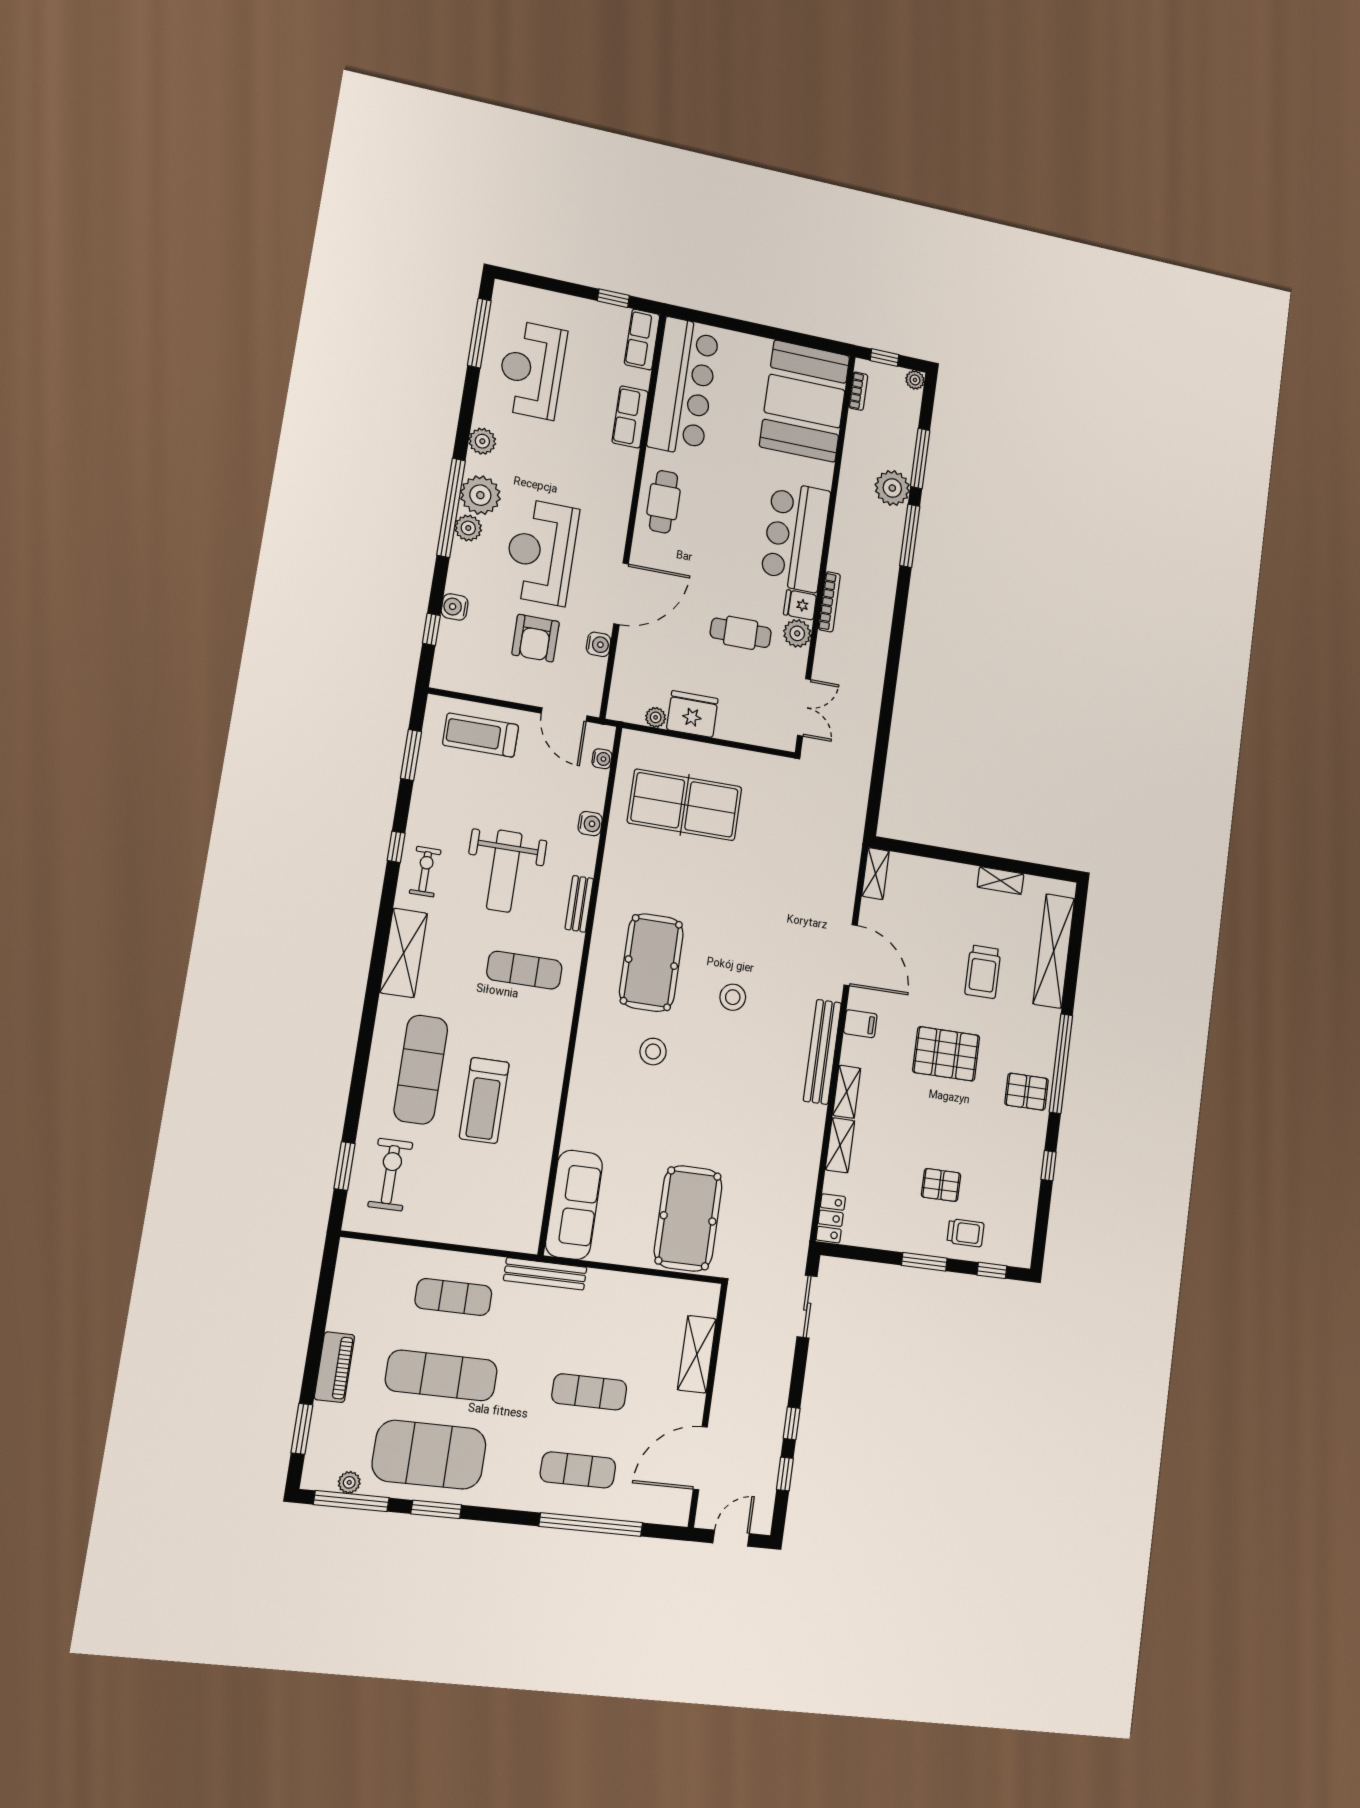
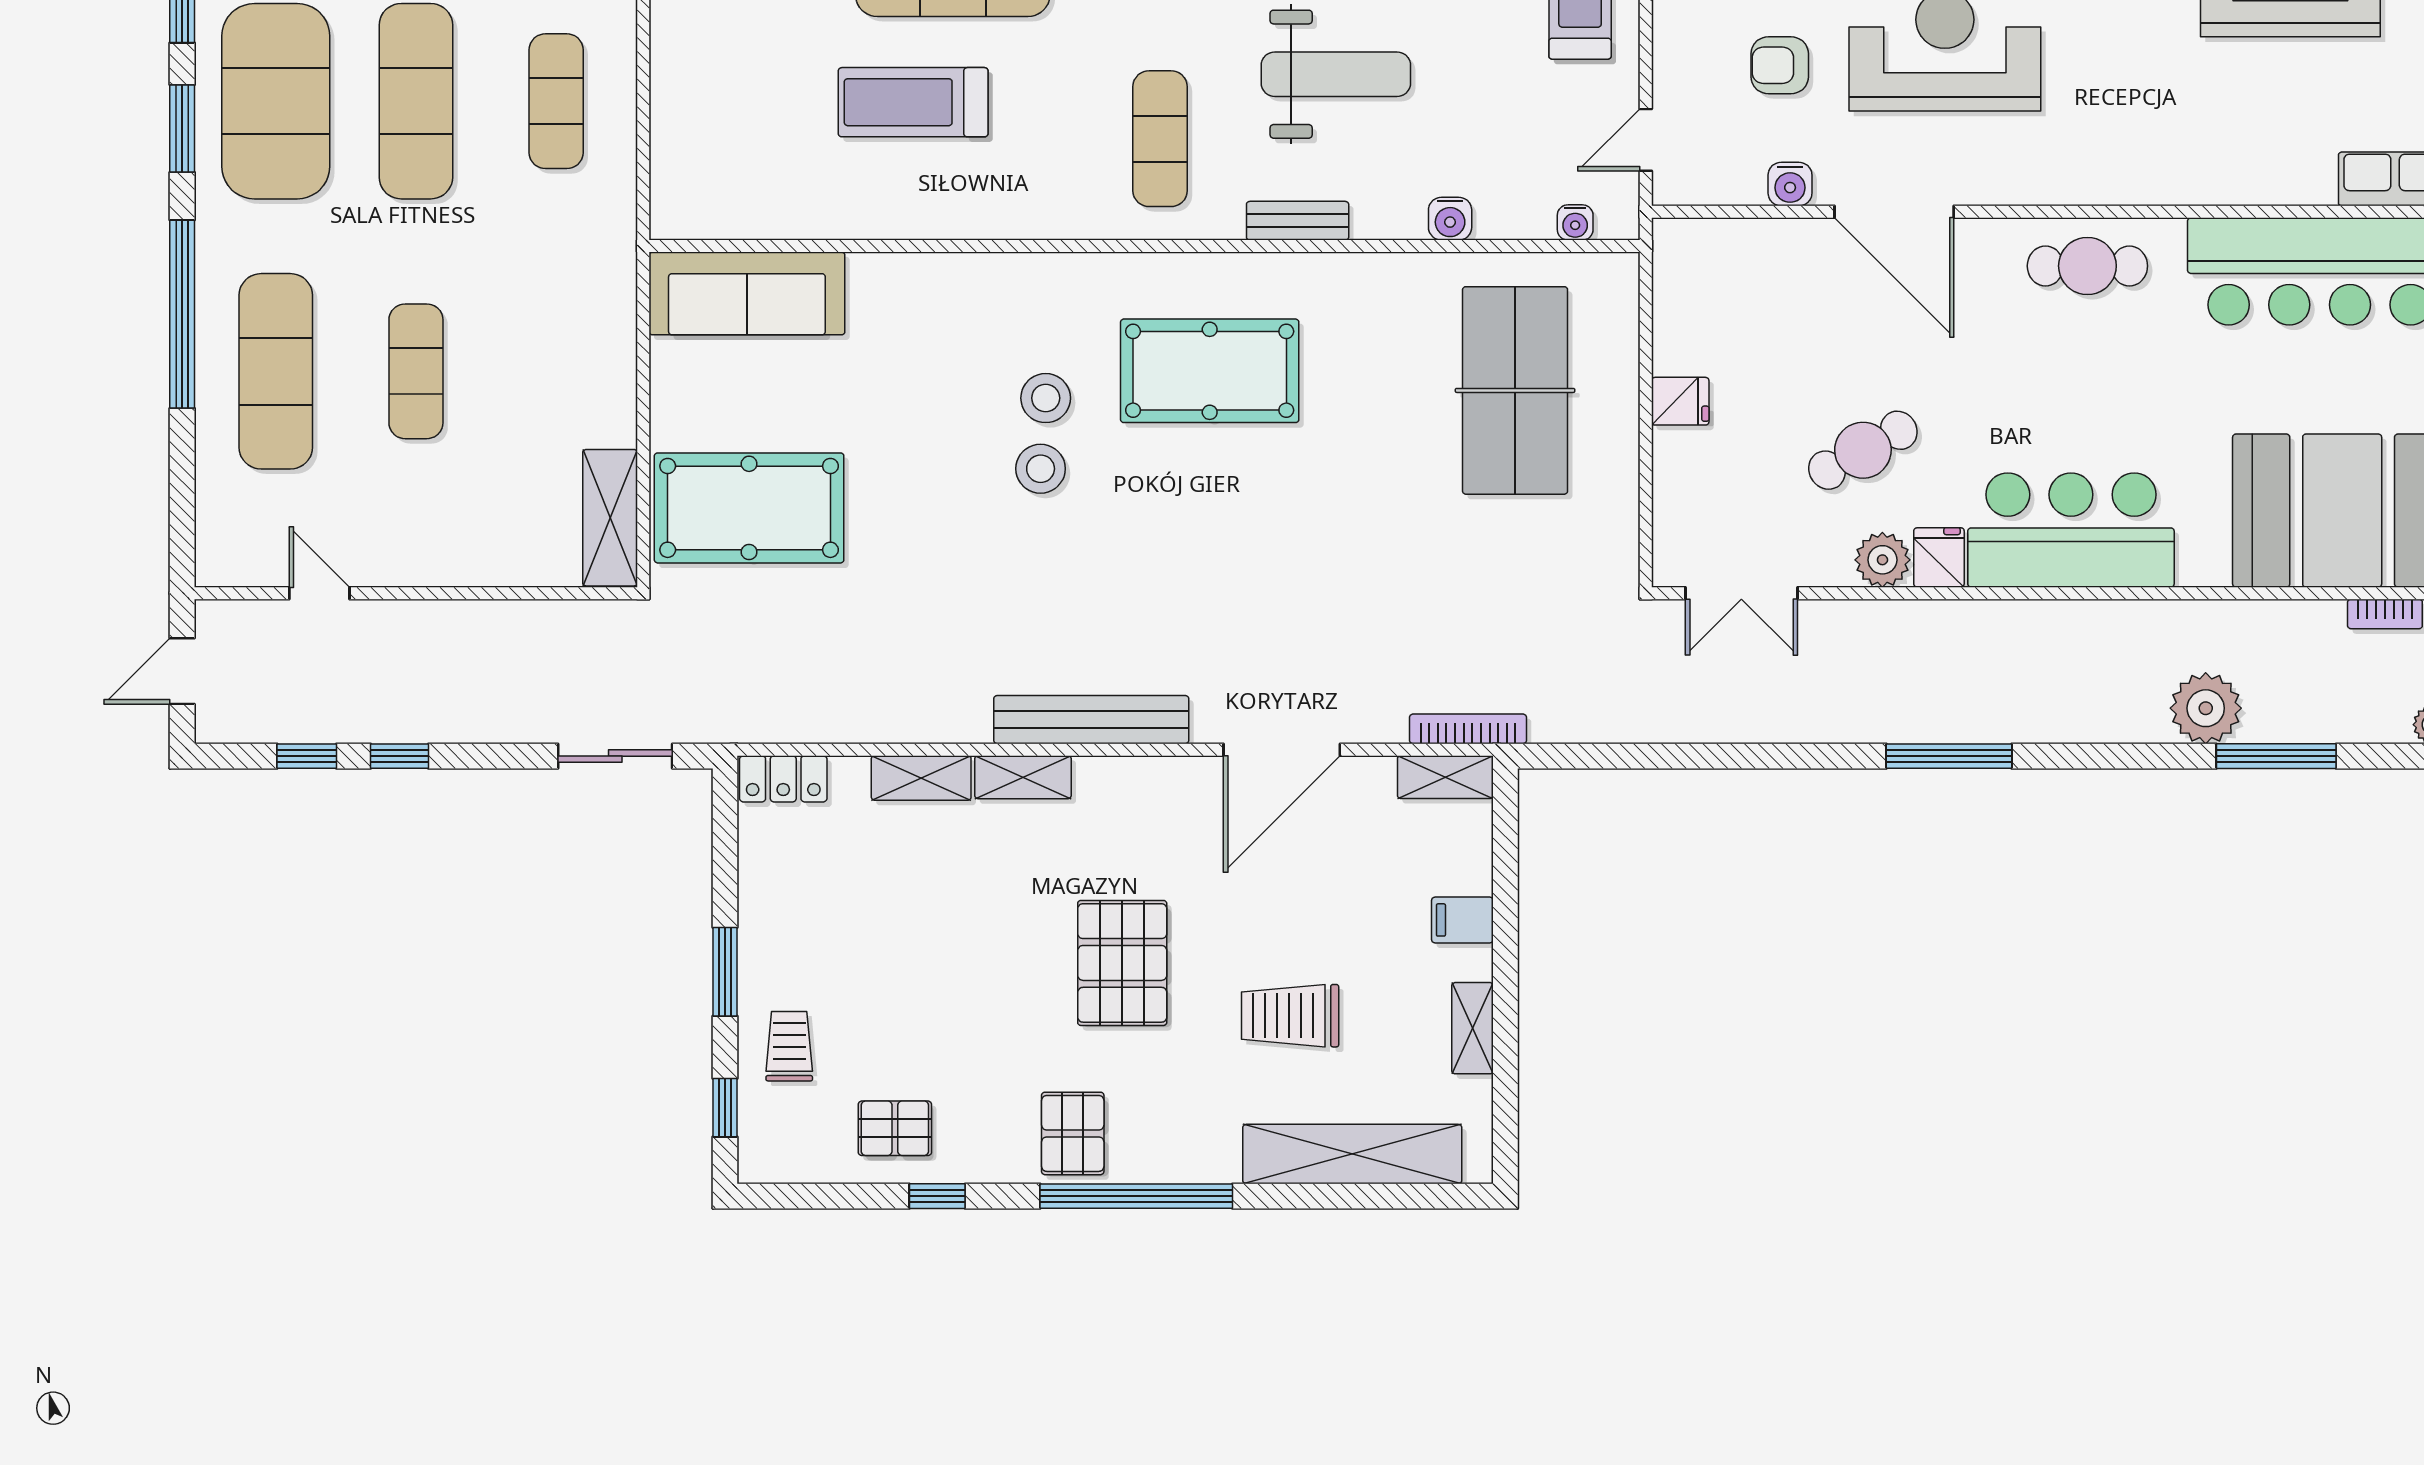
row of seats: (630, 417) -> (2239, 178), removed
window: (910, 536) -> (1949, 756), moved
bookcase: (829, 602) -> (1468, 729), moved, turned 180
cafe table: (741, 633) -> (1863, 450), turned 61
armchair: (535, 638) -> (1780, 65), width x0.72, depth x0.72
fridge: (692, 714) -> (1680, 401), width x0.53, depth x0.75
door: (564, 715) -> (1646, 140), width x0.73
plant: (656, 717) -> (1671, 311), removed
weight bench: (504, 871) -> (1336, 74), turned 180
stool: (733, 997) -> (1041, 469), moved
filing cabinet: (860, 1024) -> (1462, 920), moved, turned 90
pallet: (941, 1185) -> (895, 1128), moved, turned 90
trolley: (966, 1233) -> (789, 1046), turned 180
bench: (545, 1274) -> (617, 260), removed
shelving: (697, 1354) -> (610, 518), moved, turned 90
door: (700, 1458) -> (319, 593), width x0.53
exercise mat: (578, 1470) -> (276, 371), width x1.36, depth x1.45
window: (591, 1525) -> (182, 314), moved
door: (731, 1538) -> (182, 671), swing flipped

